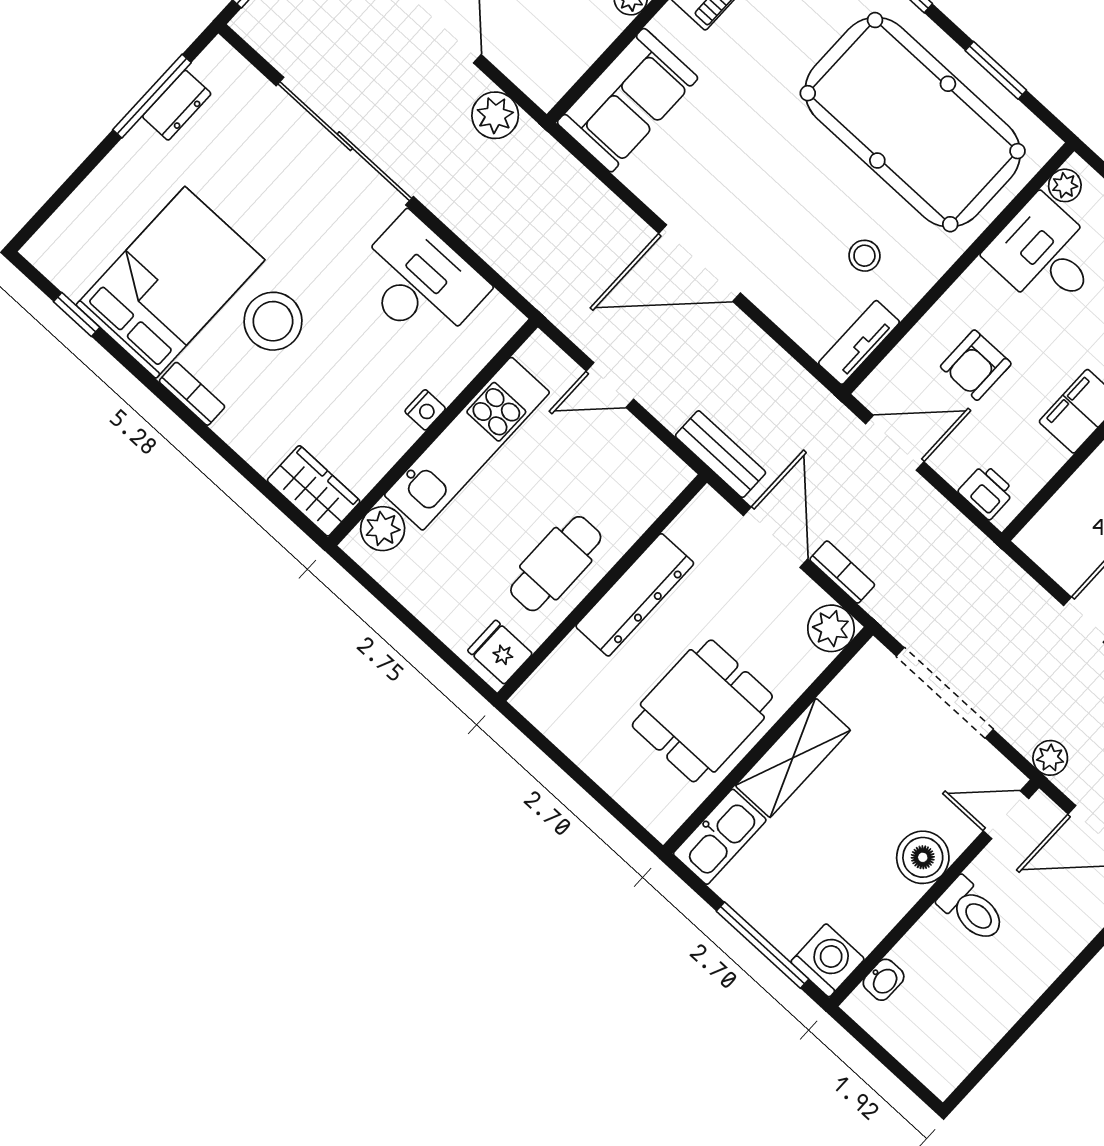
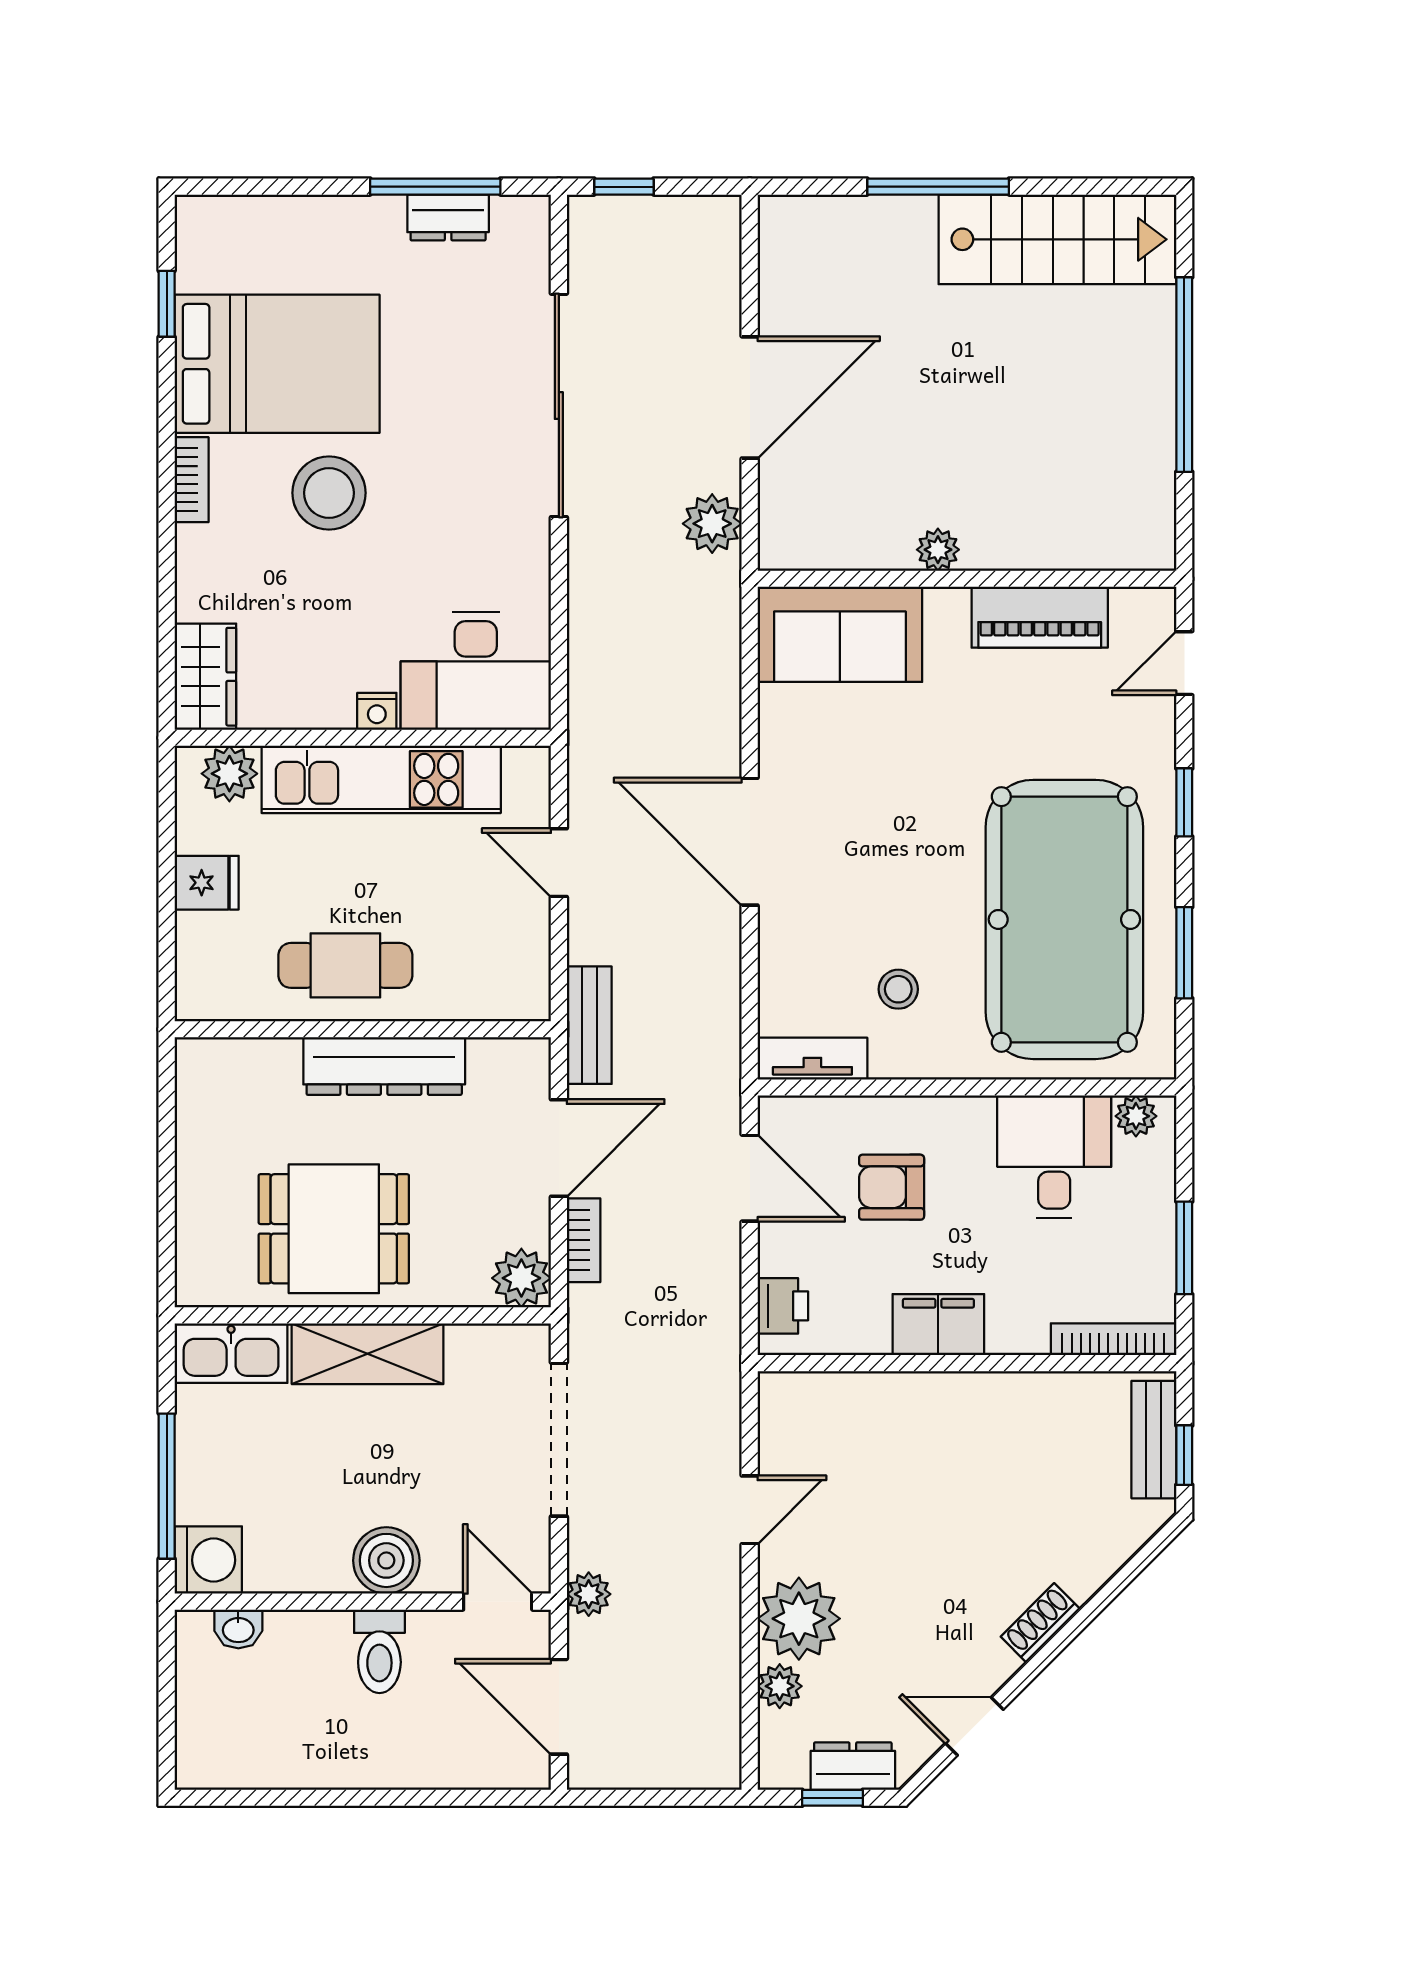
desk: (419, 281) -> (476, 671), moved, turned 90
fridge: (500, 652) -> (207, 883), moved, turned 90

